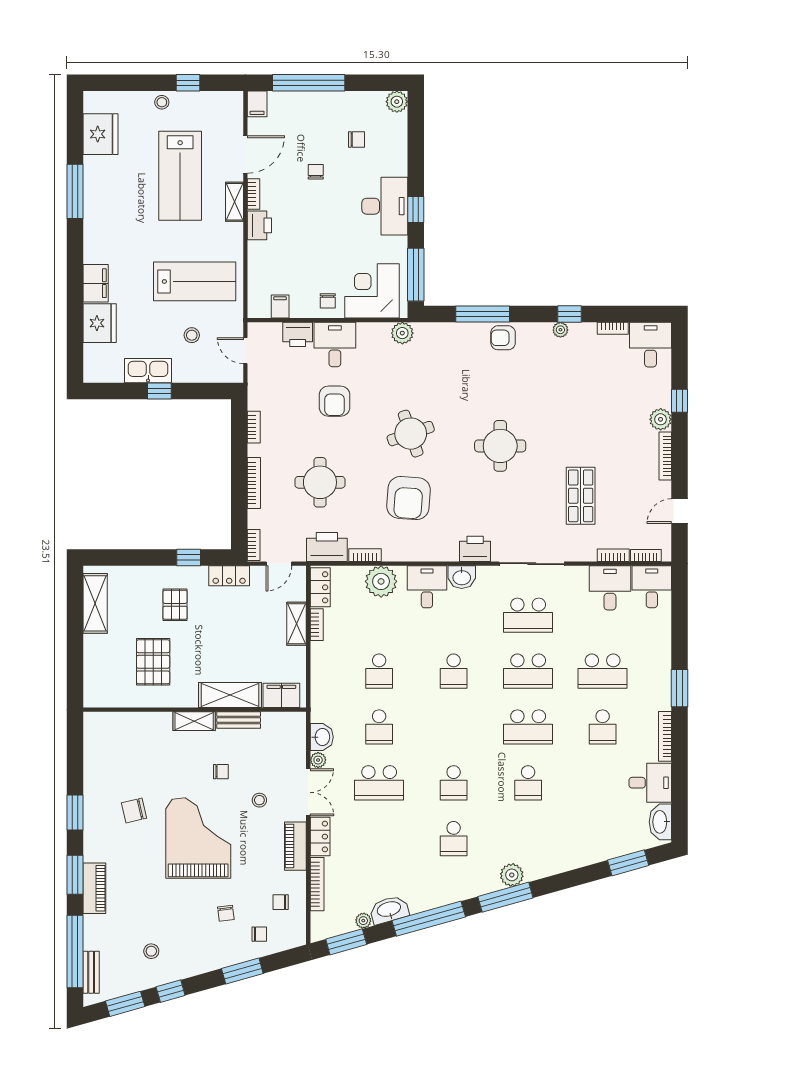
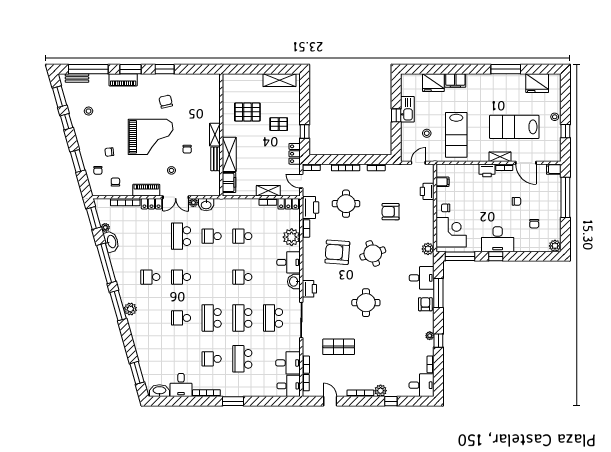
desk: (335, 344) -> (422, 278), moved

